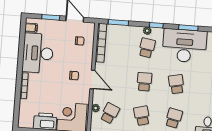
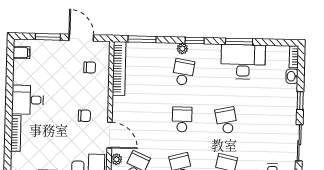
desk: (184, 46) -> (243, 62), width x0.73, depth x0.77
desk: (38, 53) -> (28, 100), width x0.53, depth x0.77
door: (92, 79) -> (110, 135), moved

